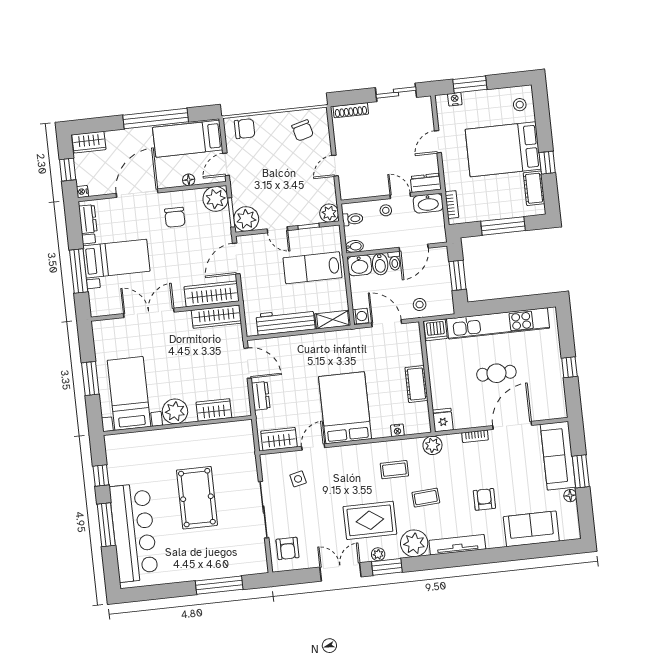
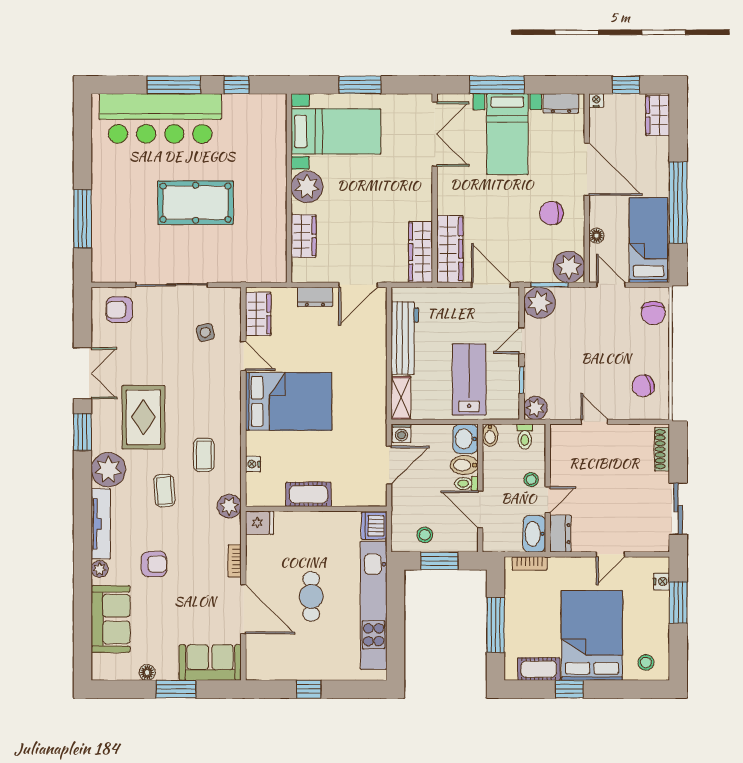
door: (438, 142) -> (610, 554), swing flipped
stool: (420, 305) -> (425, 535), moved
double door: (149, 313) -> (435, 134), moved
sofa: (558, 456) -> (210, 663), width x0.73
plant: (378, 554) -> (100, 569), moved

